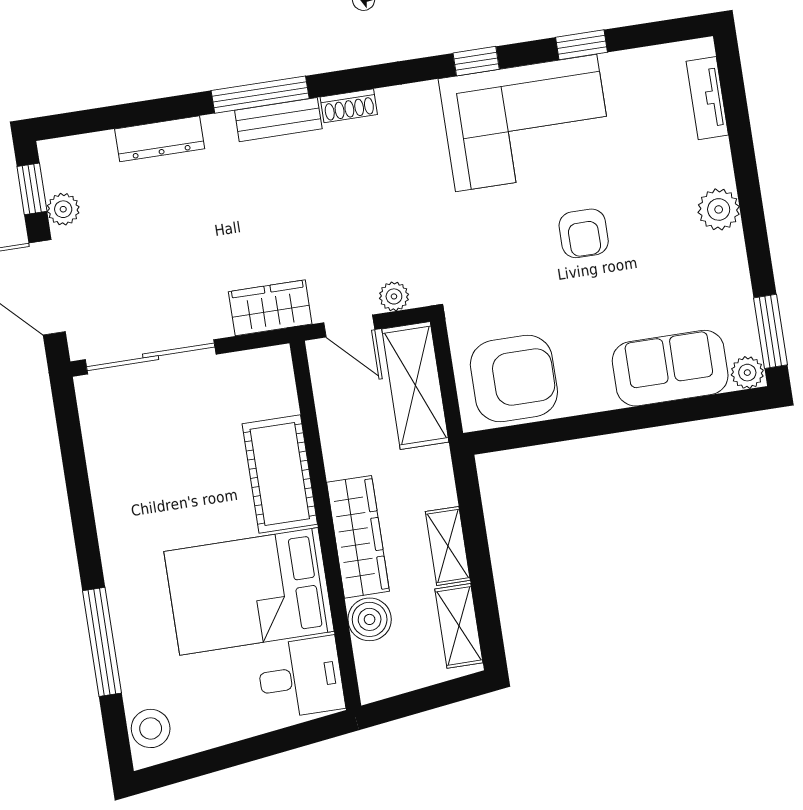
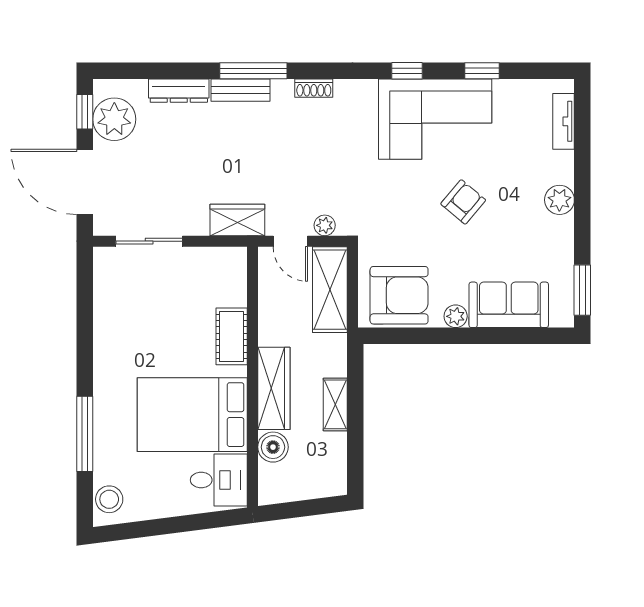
bench: (278, 120) -> (240, 90), moved
plant: (63, 209) -> (114, 119), width x1.88, depth x1.88
armchair: (584, 233) -> (463, 202), turned -140
sliding door: (151, 357) -> (149, 241), width x0.73
plant: (747, 373) -> (456, 316), moved
cot: (280, 474) -> (232, 336), width x0.73, depth x0.75
shelving: (459, 626) -> (334, 461), removed

